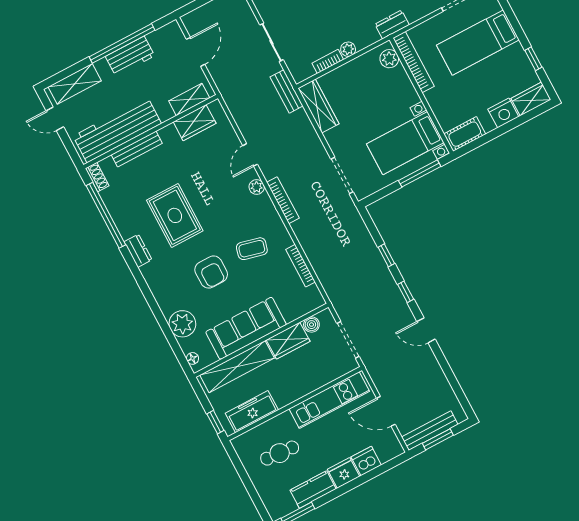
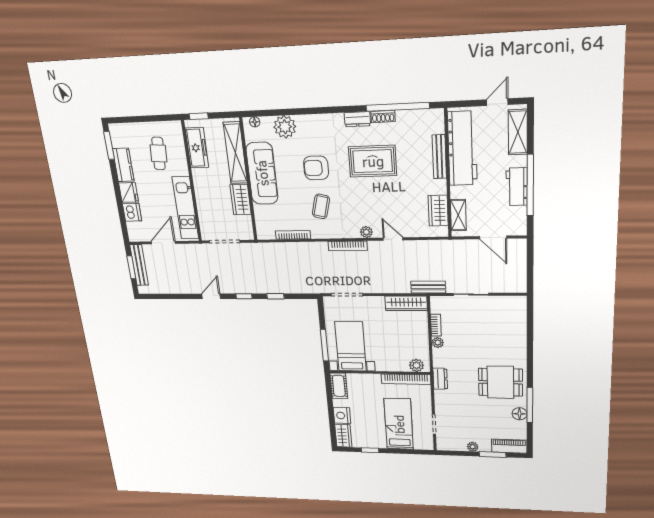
shoe rack: (97, 177) -> (383, 117), moved
boiler: (311, 325) -> (246, 222), removed

